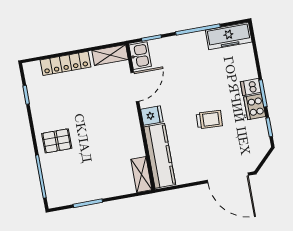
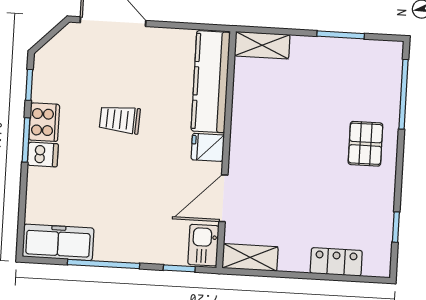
locker: (65, 63) -> (336, 262), width x0.66
pallet: (57, 141) -> (365, 144), turned 90
shelving: (141, 175) -> (262, 45), moved, turned 90

